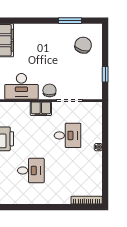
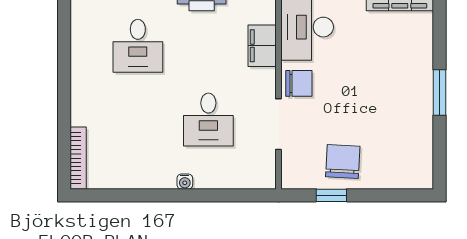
window: (70, 21) -> (439, 92), moved
chair: (83, 45) -> (343, 161), moved, turned -105
filing cabinet: (41, 109) -> (262, 46), moved

